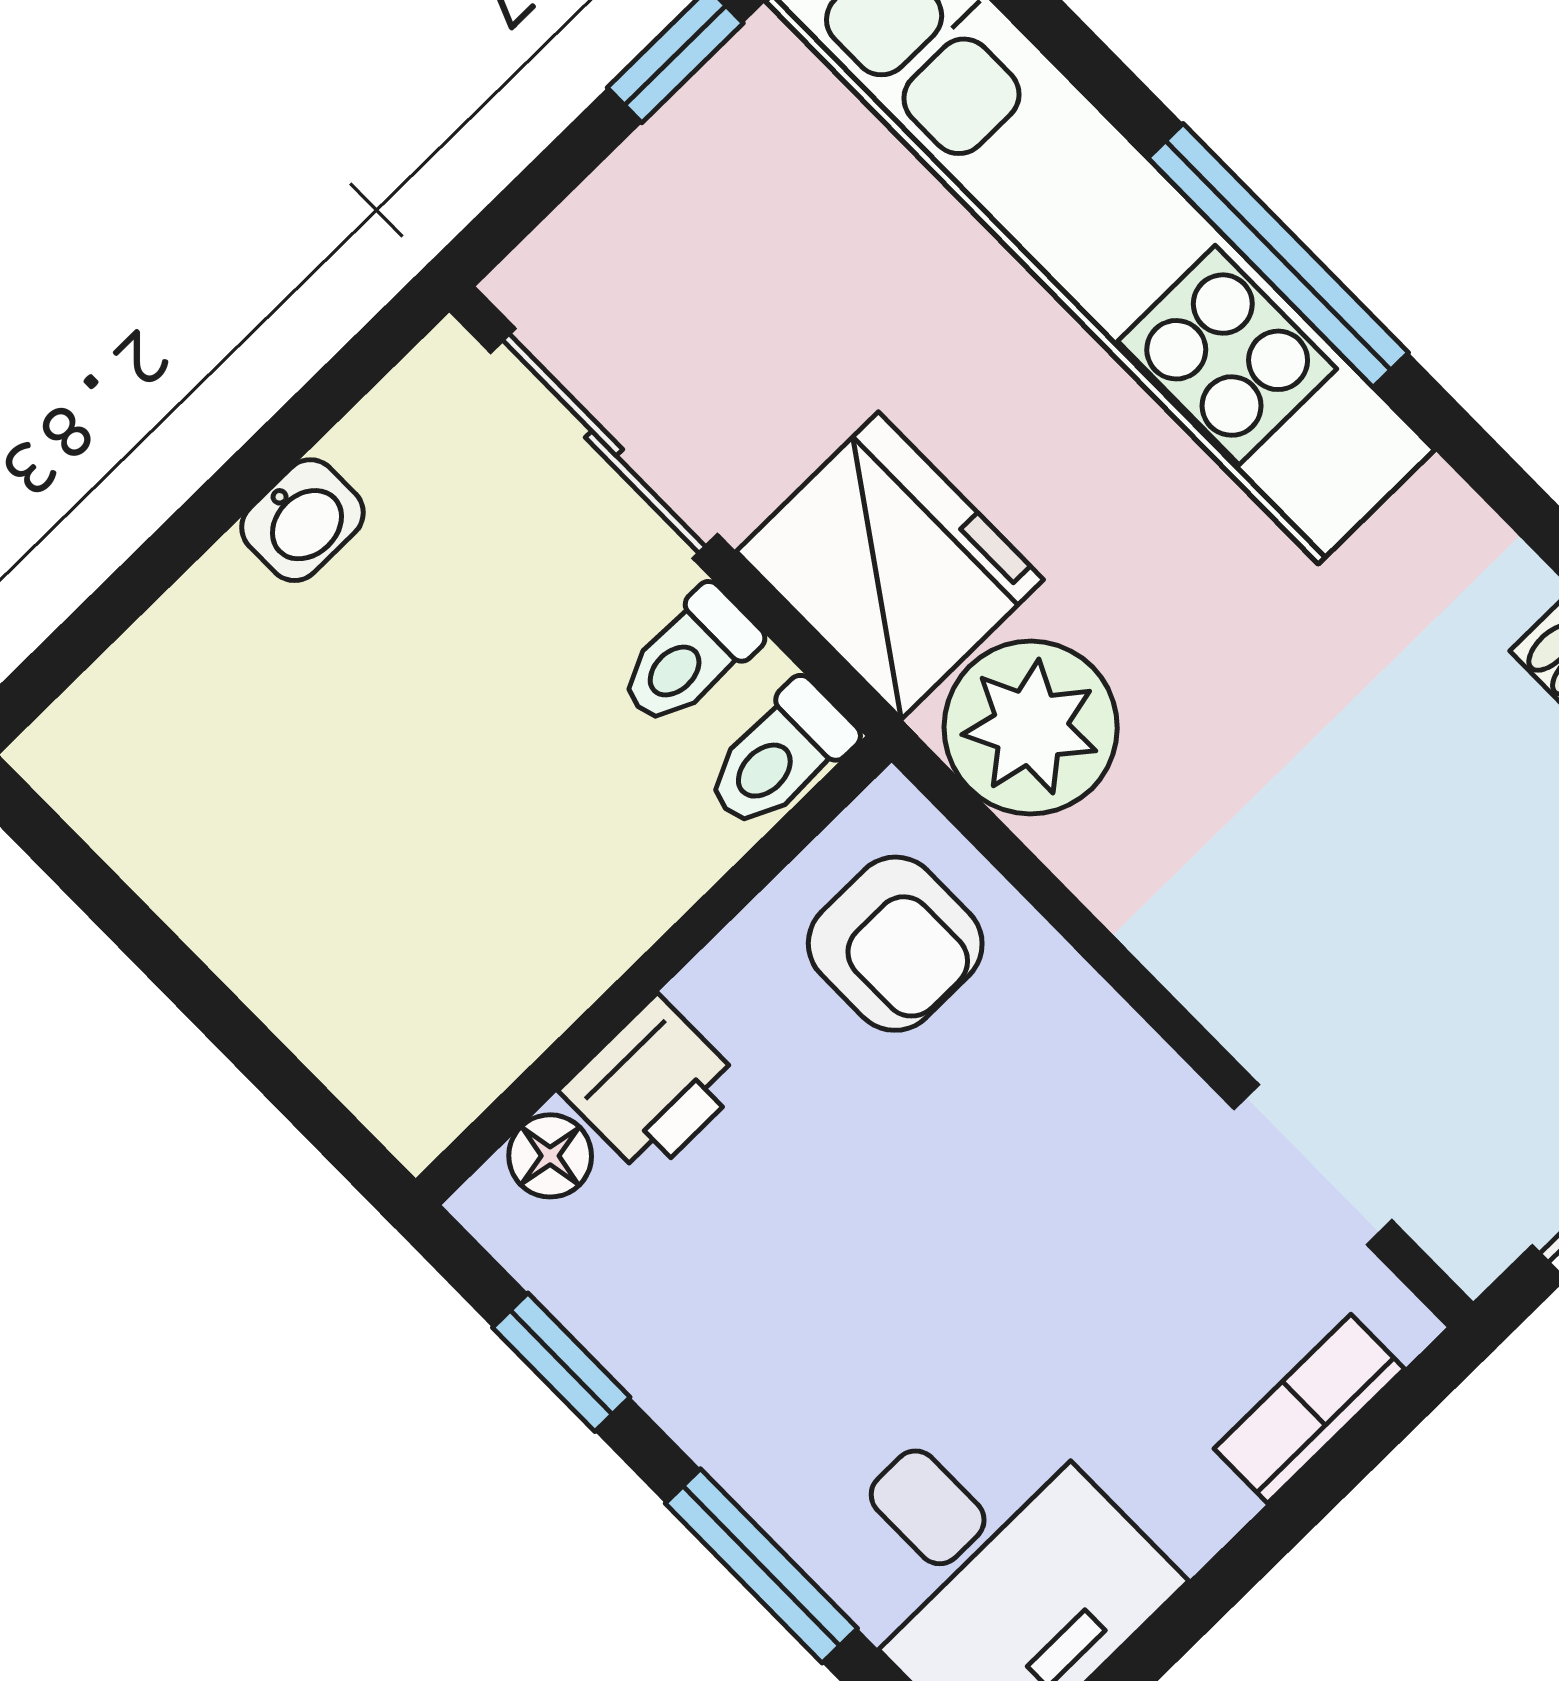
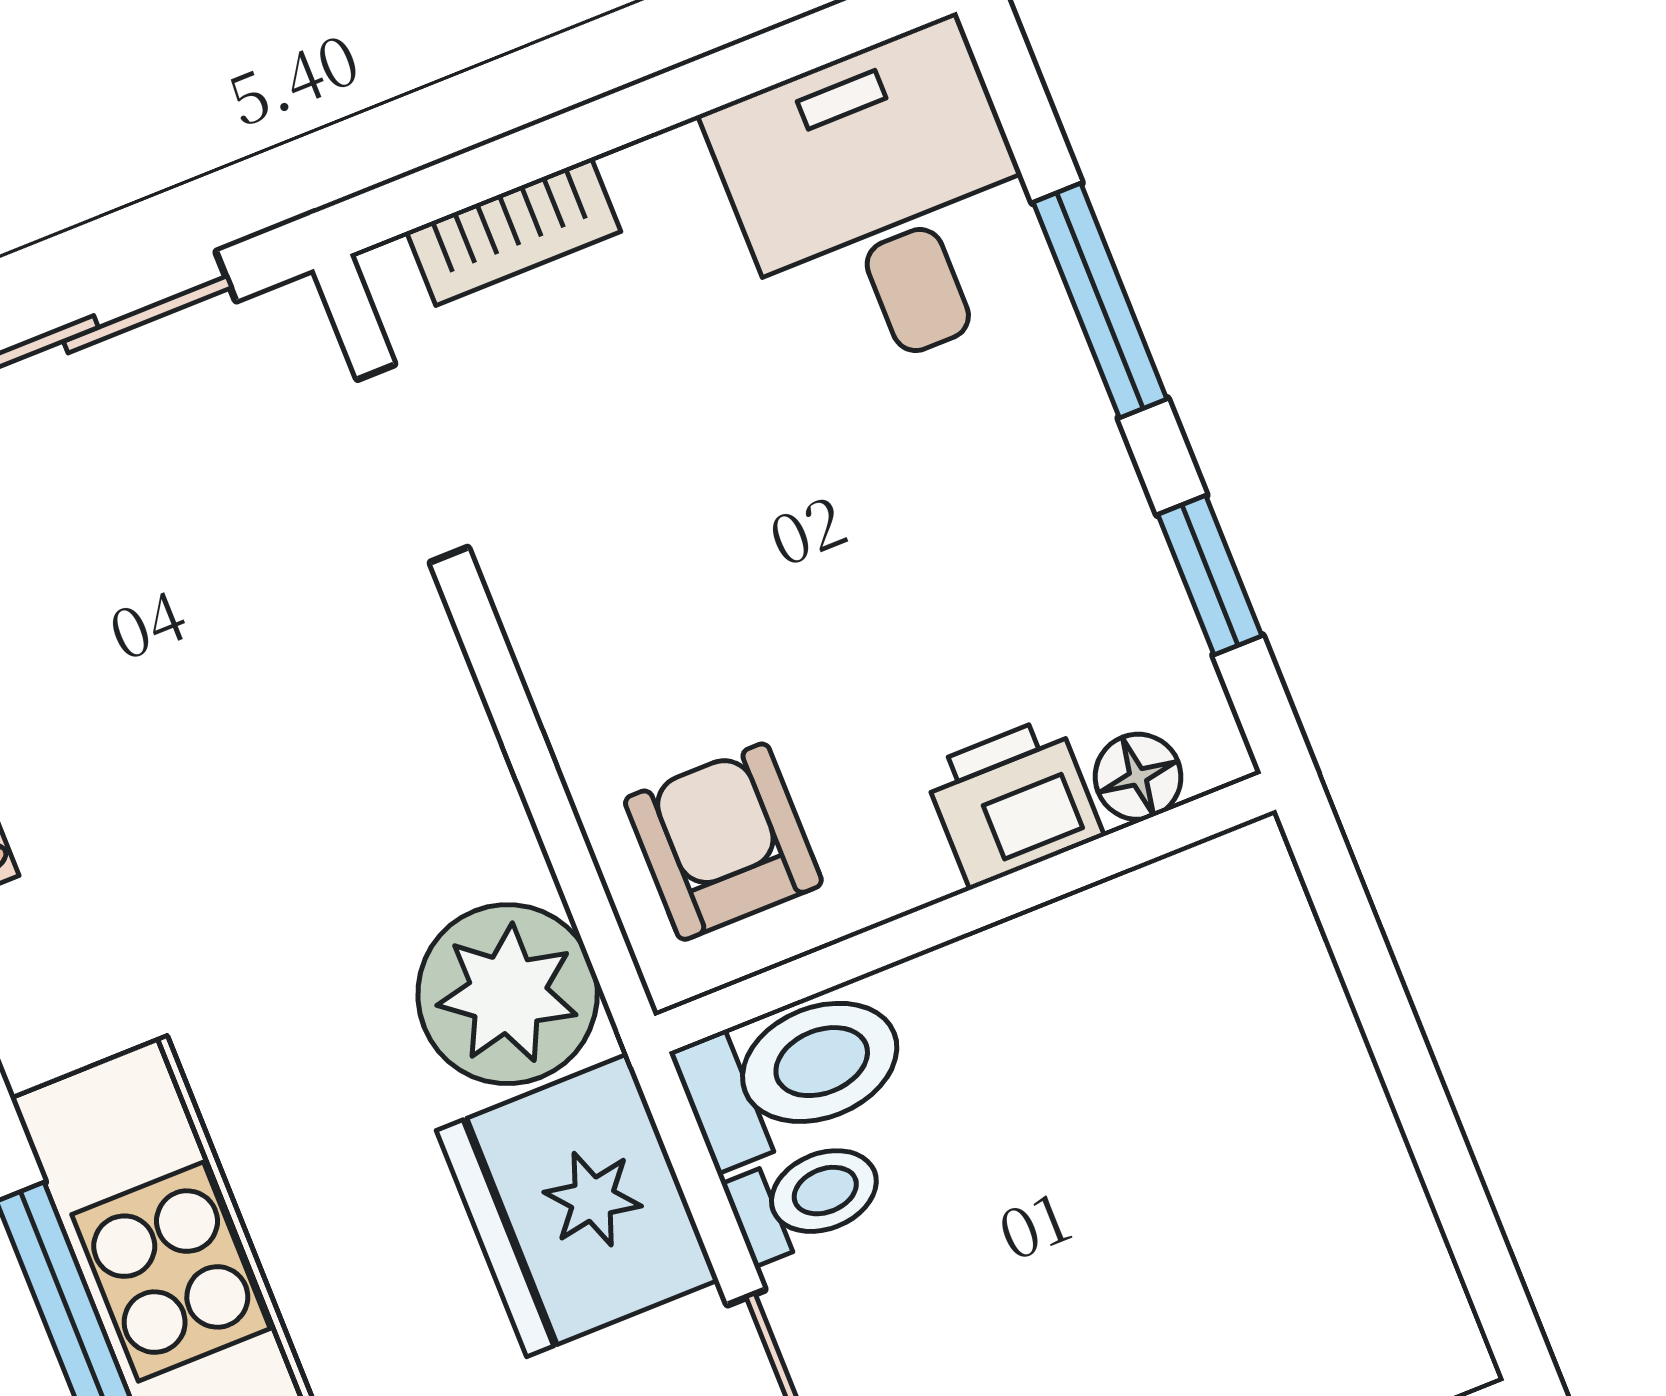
toilet: (779, 756) -> (794, 1073), width x1.37, depth x1.39

